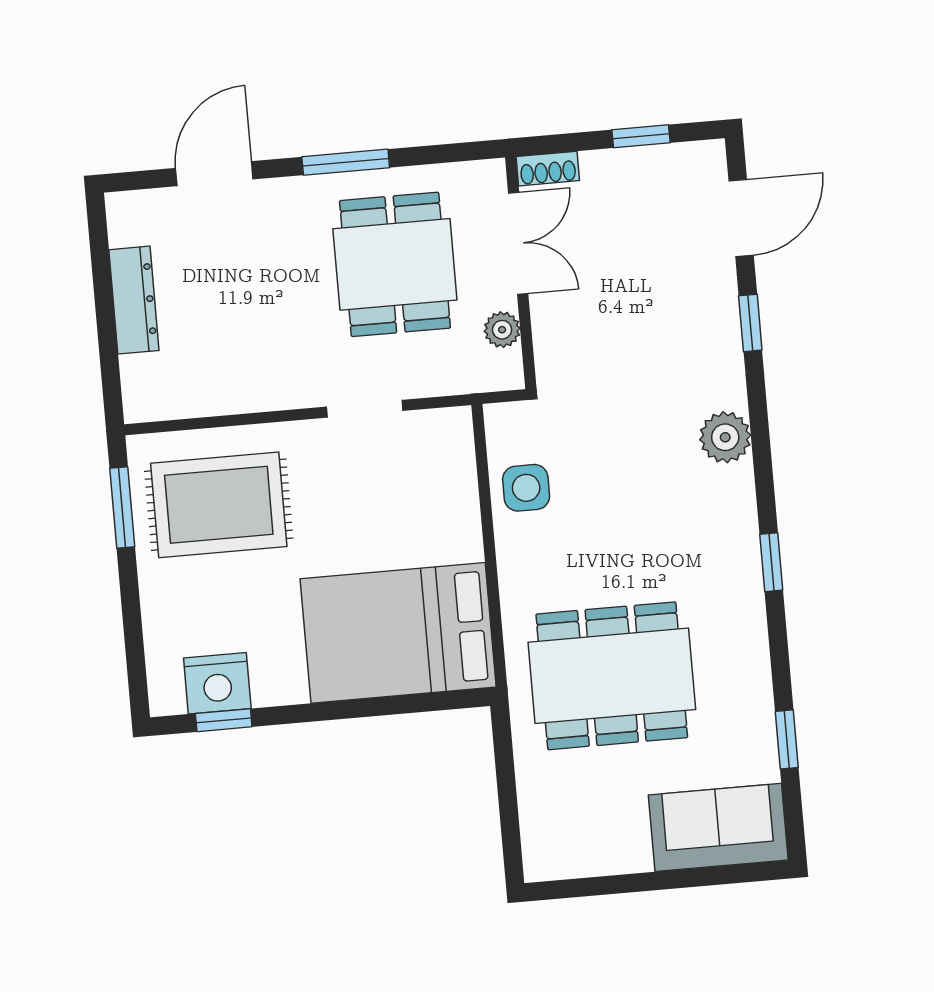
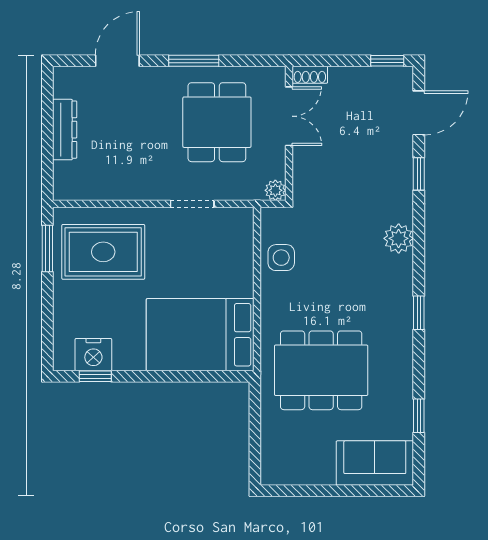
window: (641, 136) -> (387, 61), moved
plant: (502, 330) -> (275, 190), moved

